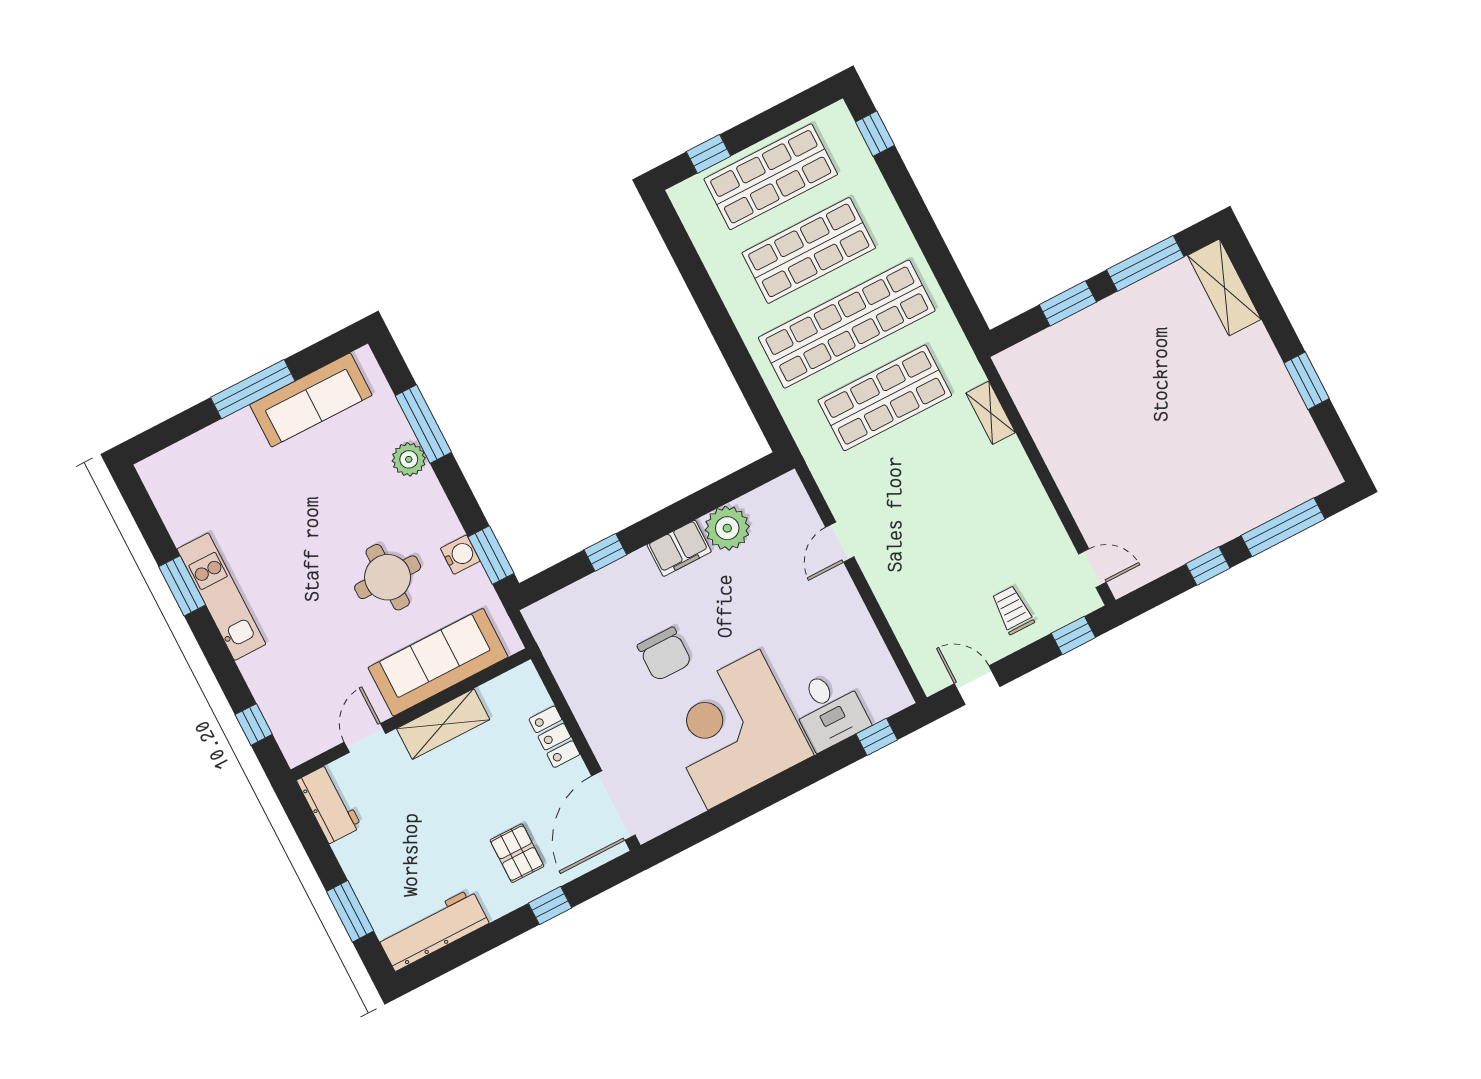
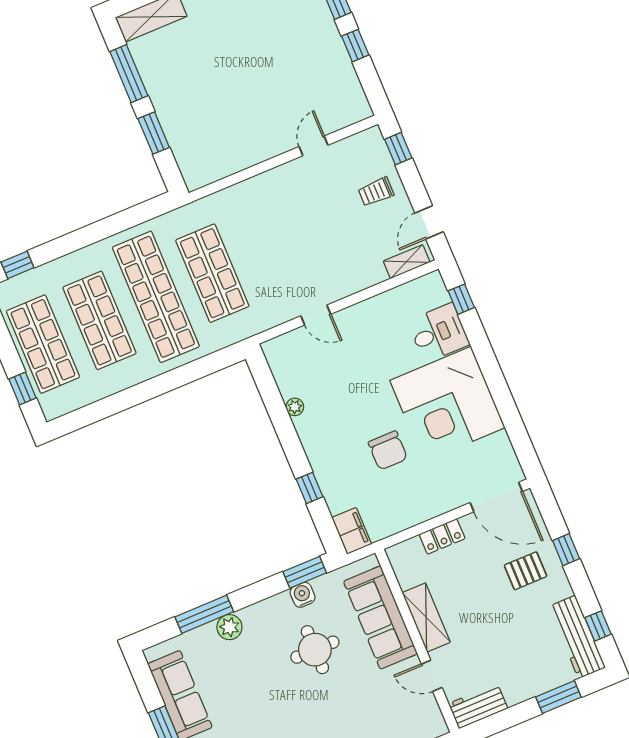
shelving: (991, 413) -> (407, 262), moved
plant: (727, 528) -> (295, 407), width x0.53, depth x0.53
filing cabinet: (679, 548) -> (352, 531), moved
door: (1092, 568) -> (314, 146), moved
chair: (665, 654) -> (388, 450), turned 90
window: (450, 957) -> (598, 626), added

